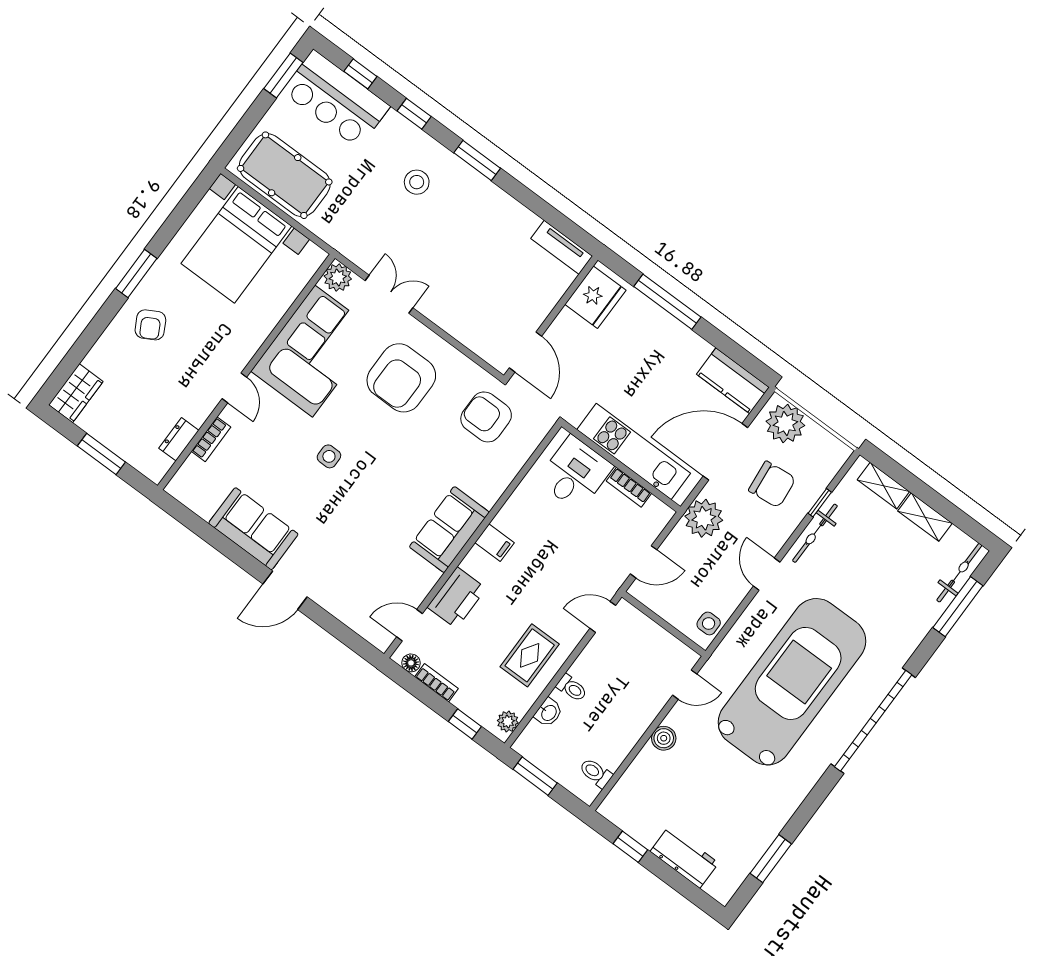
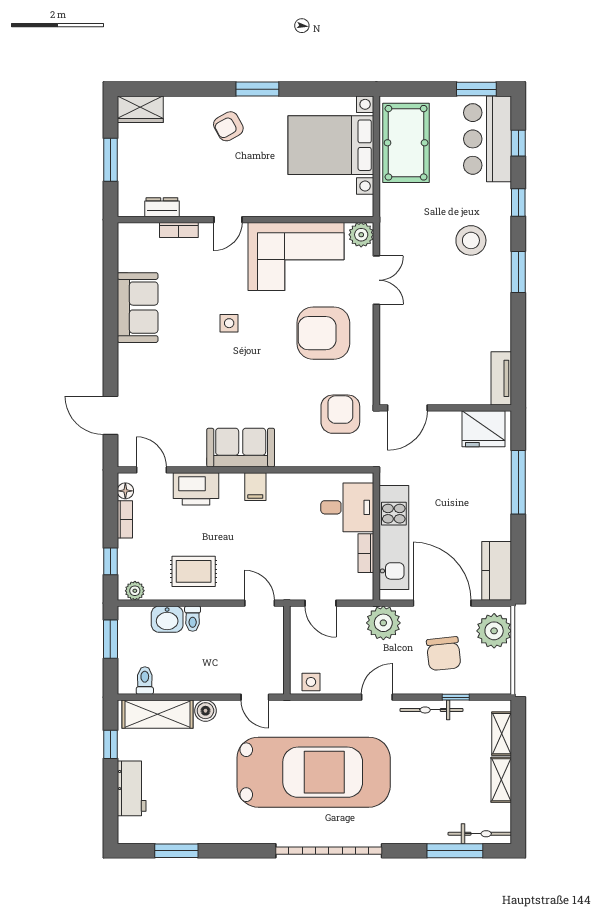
stool: (417, 182) -> (471, 240), width x1.38, depth x1.38
door: (285, 590) -> (110, 415), moved
washbasin: (548, 713) -> (167, 619), width x1.38, depth x1.45
shelving: (635, 784) -> (158, 714), added

